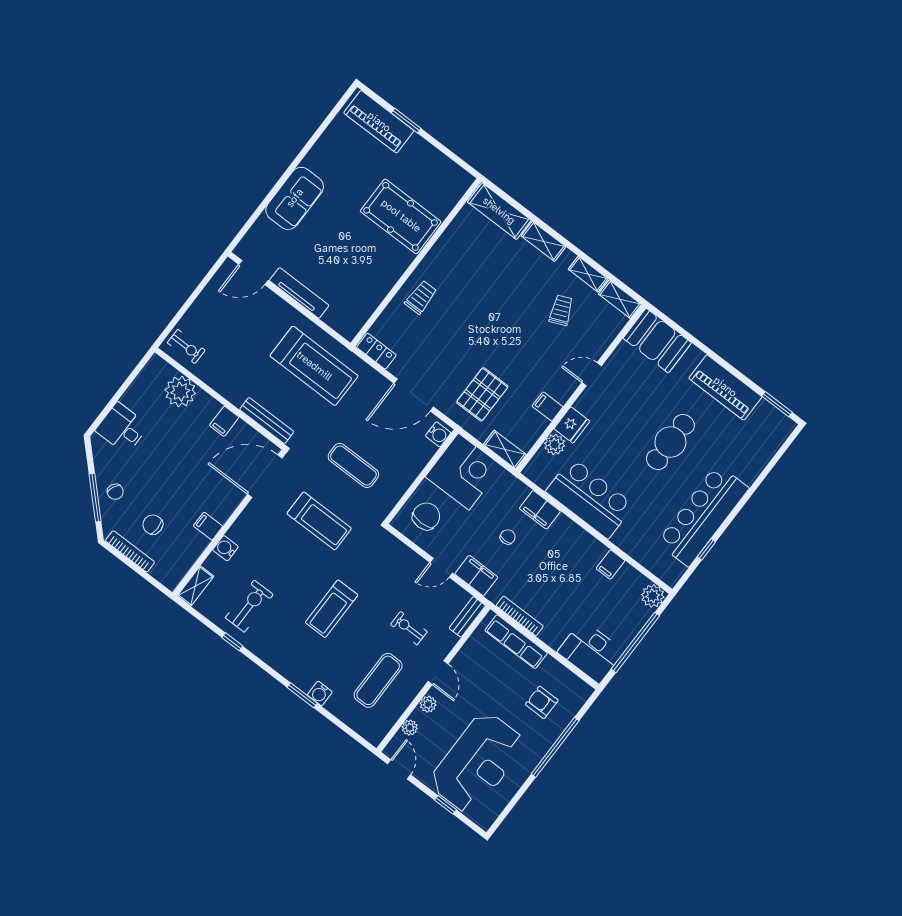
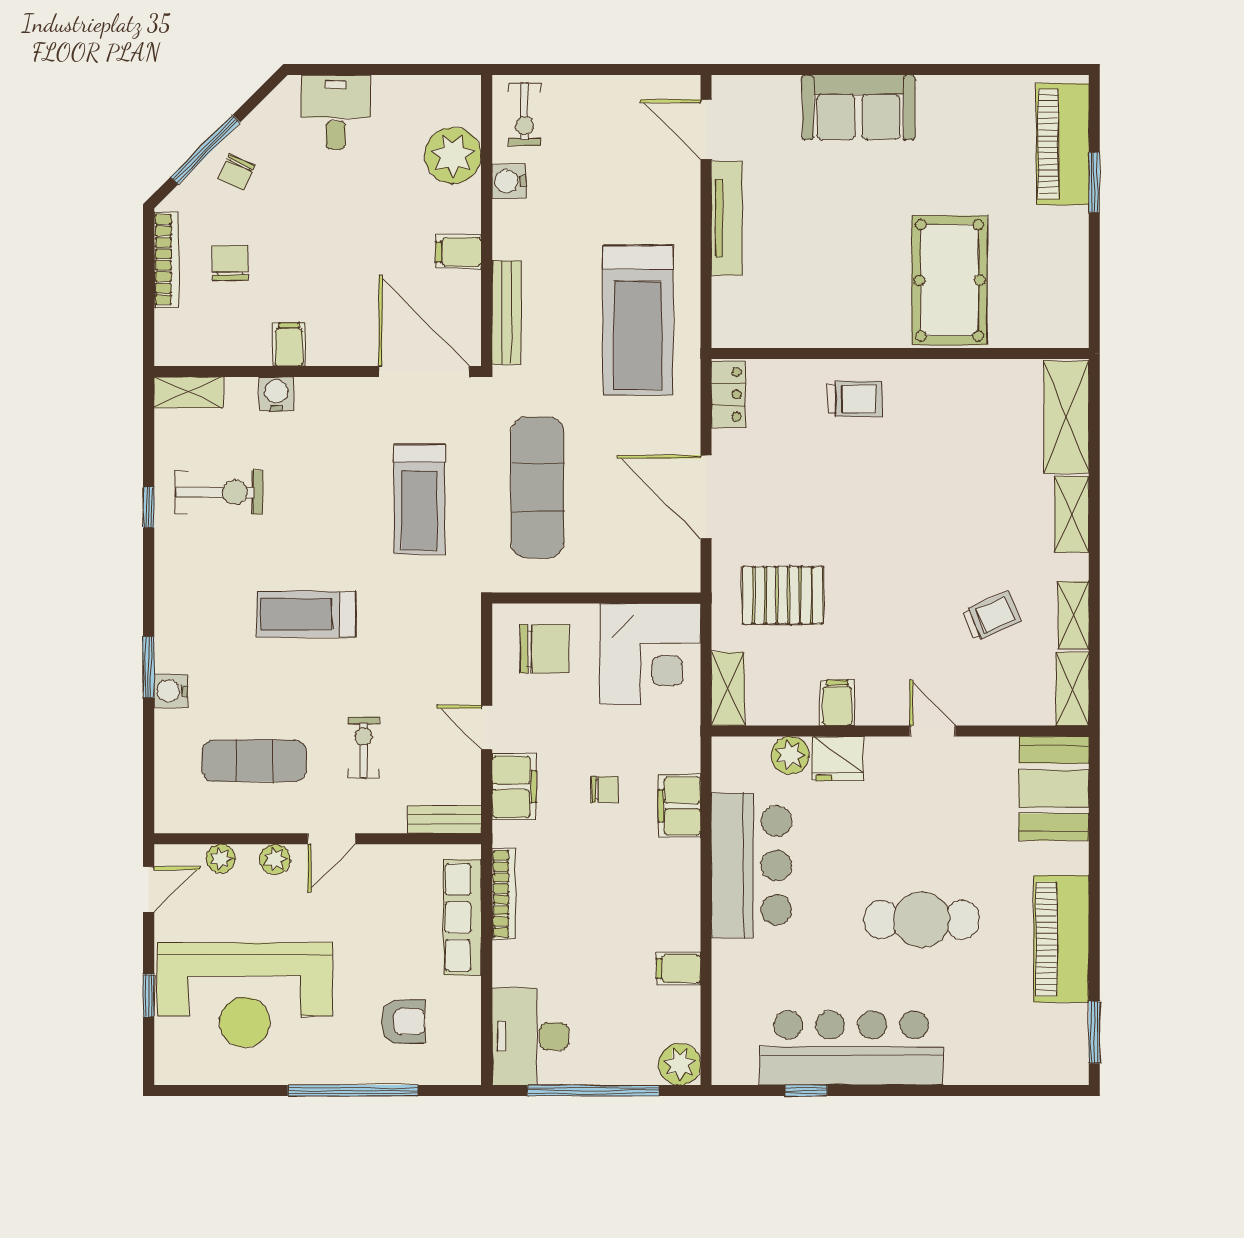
water cooler: (438, 434) -> (509, 181), moved, turned 90
exercise mat: (353, 465) -> (537, 487), width x1.36, depth x1.45
armchair: (542, 702) -> (403, 1022), turned 90

